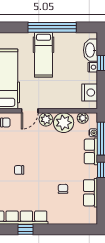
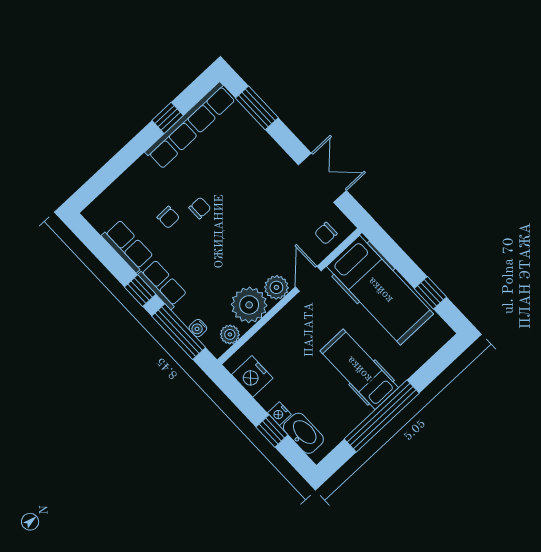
row of seats: (91, 151) -> (163, 284), moved
chair: (19, 170) -> (200, 208), moved

